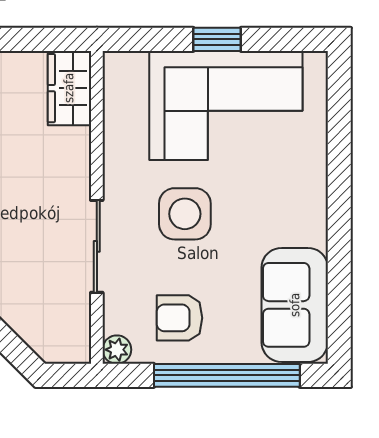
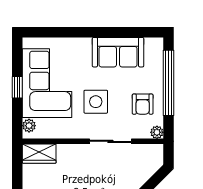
plant: (132, 66) -> (29, 126), added
sofa: (295, 305) -> (118, 52), moved

